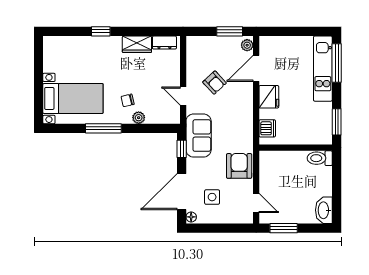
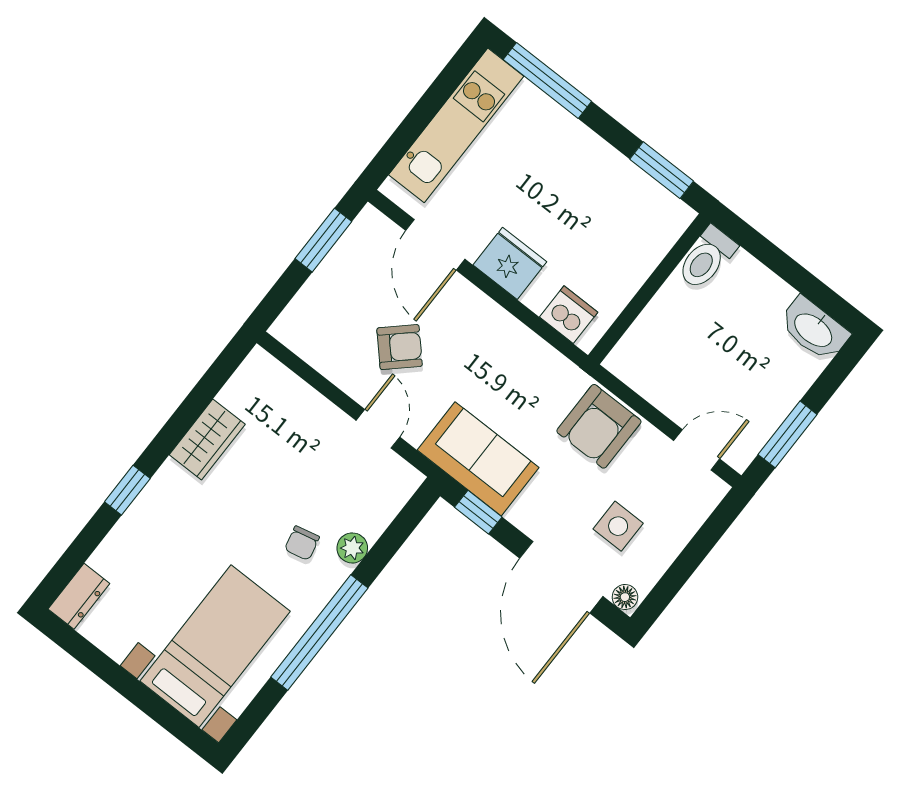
dresser: (164, 43) -> (79, 596), moved
plant: (247, 45) -> (377, 227), removed
kitchen unit: (323, 69) -> (456, 125), moved, turned -90
door: (183, 96) -> (378, 429), swing flipped
window: (103, 128) -> (319, 632), width x1.46
armchair: (239, 166) -> (599, 426), turned -90

